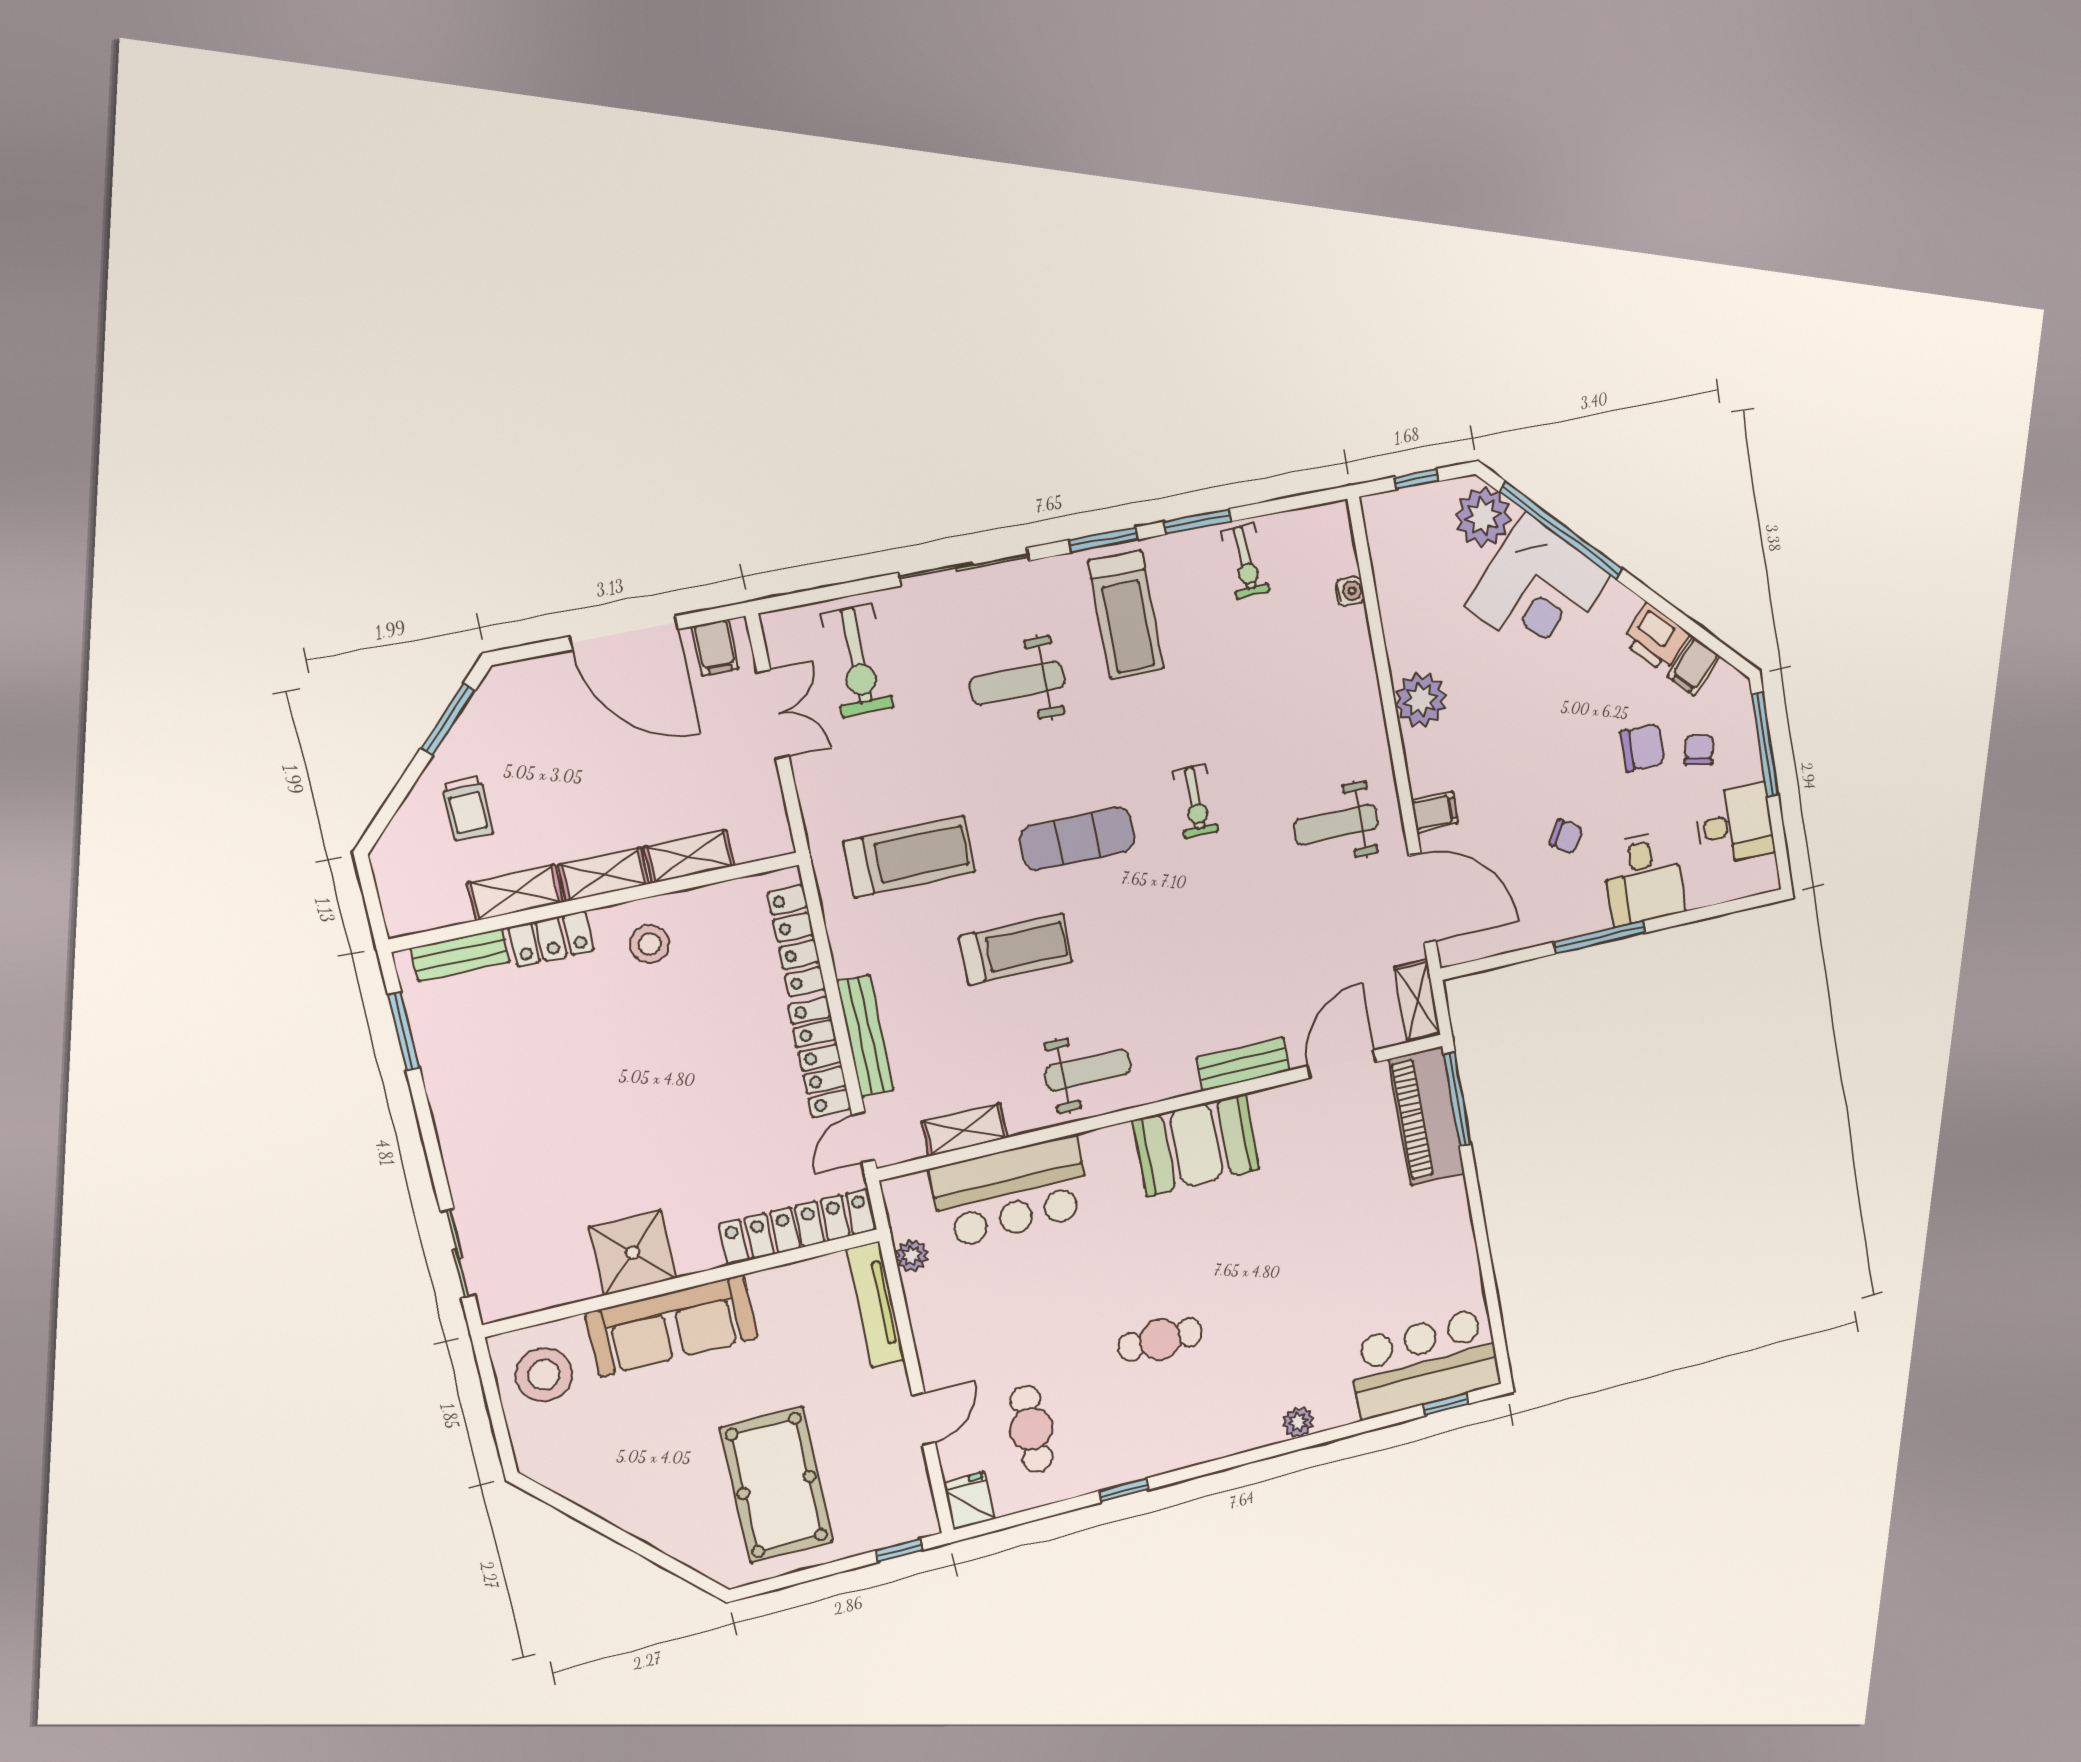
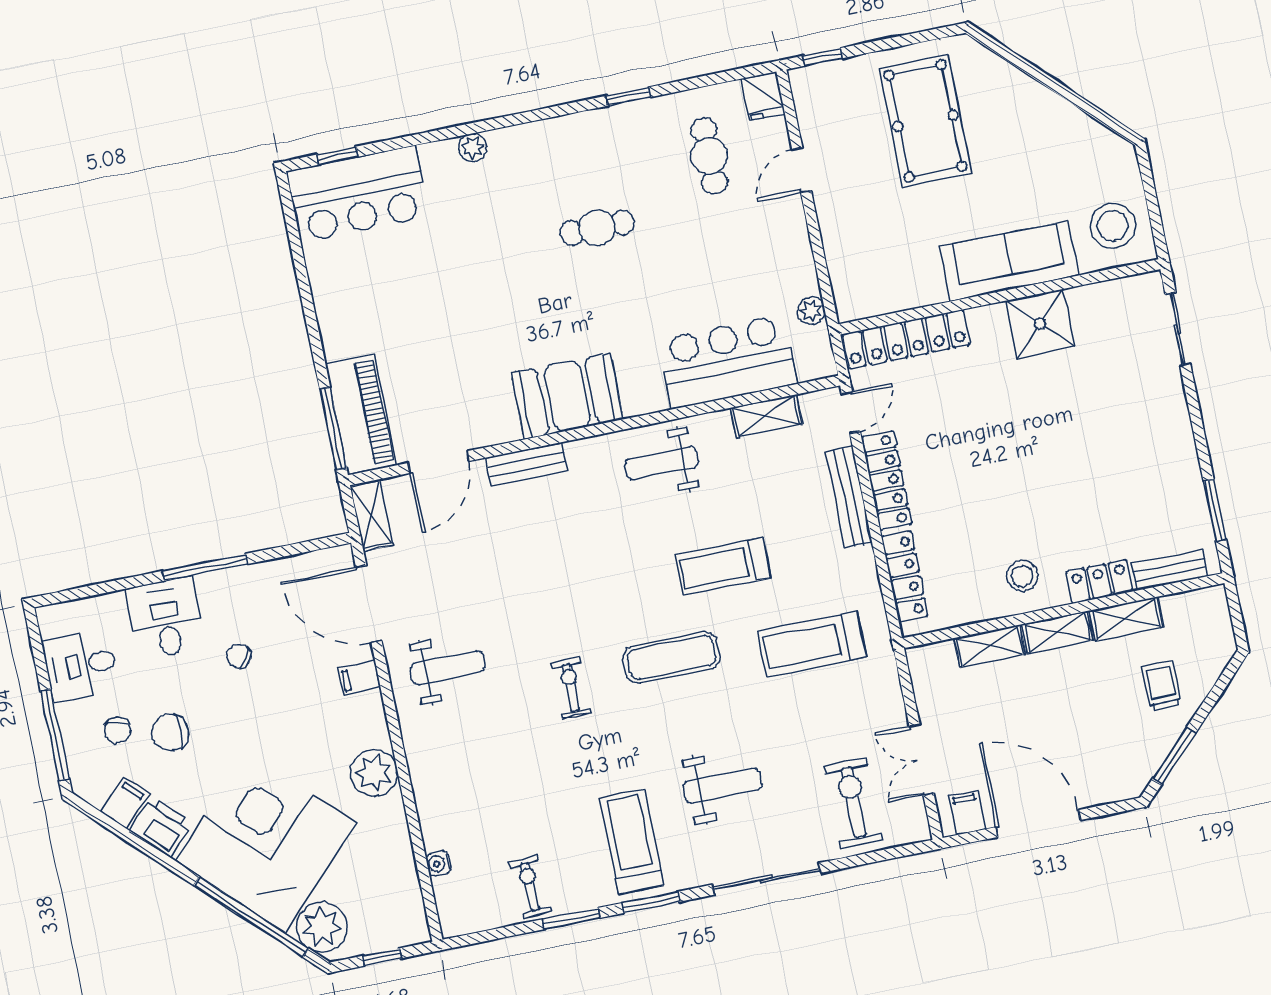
corner desk: (1538, 591) -> (266, 842), width x1.36, depth x1.36
tv unit: (876, 1305) -> (842, 271), removed

